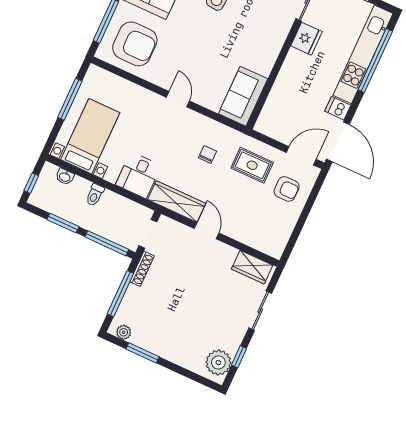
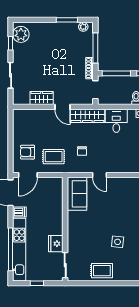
door: (178, 99) -> (100, 175), moved
wardrobe: (252, 267) -> (42, 98), moved

